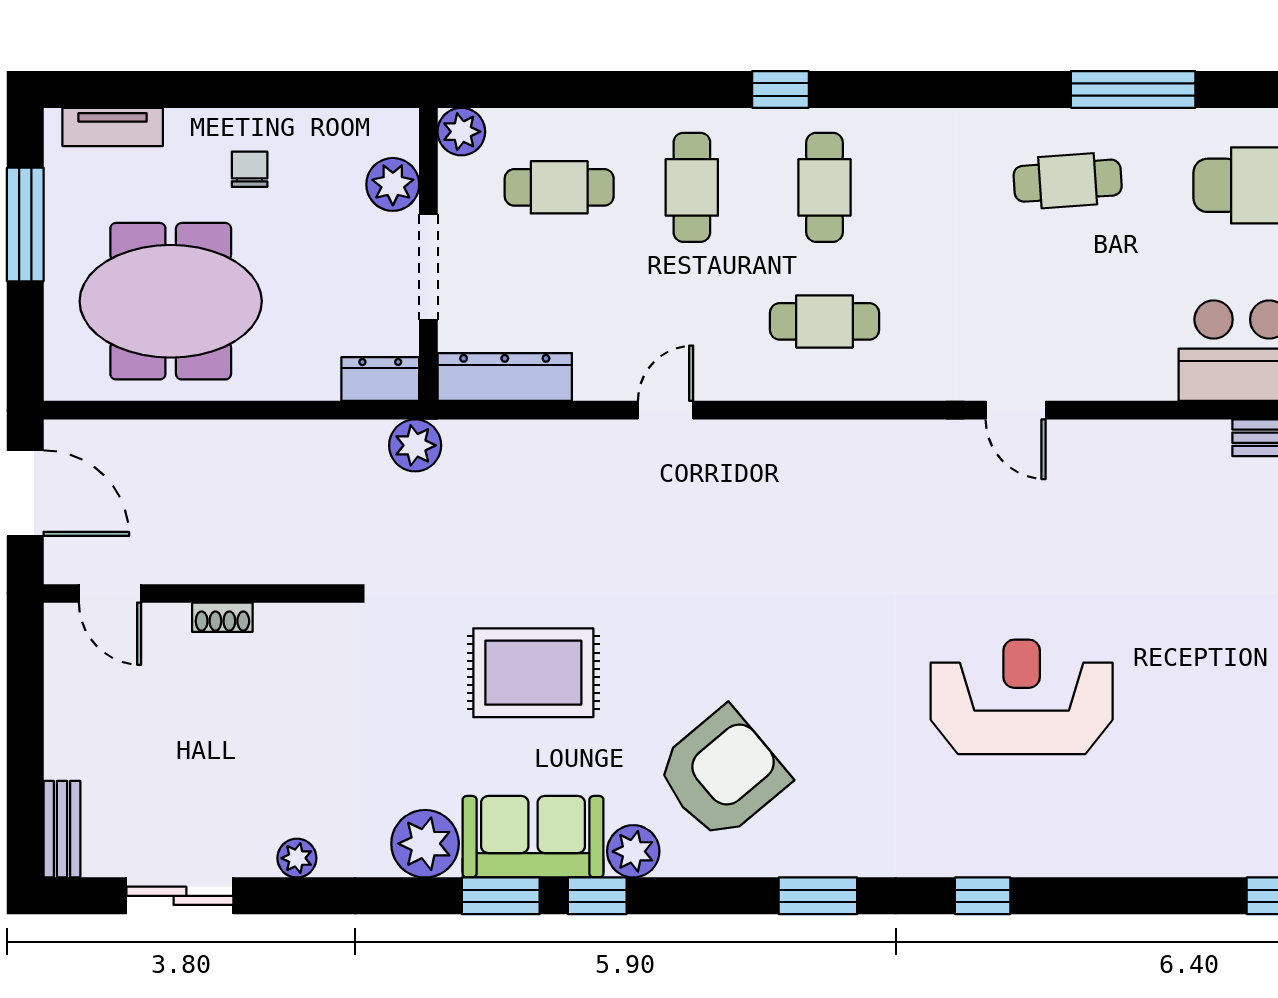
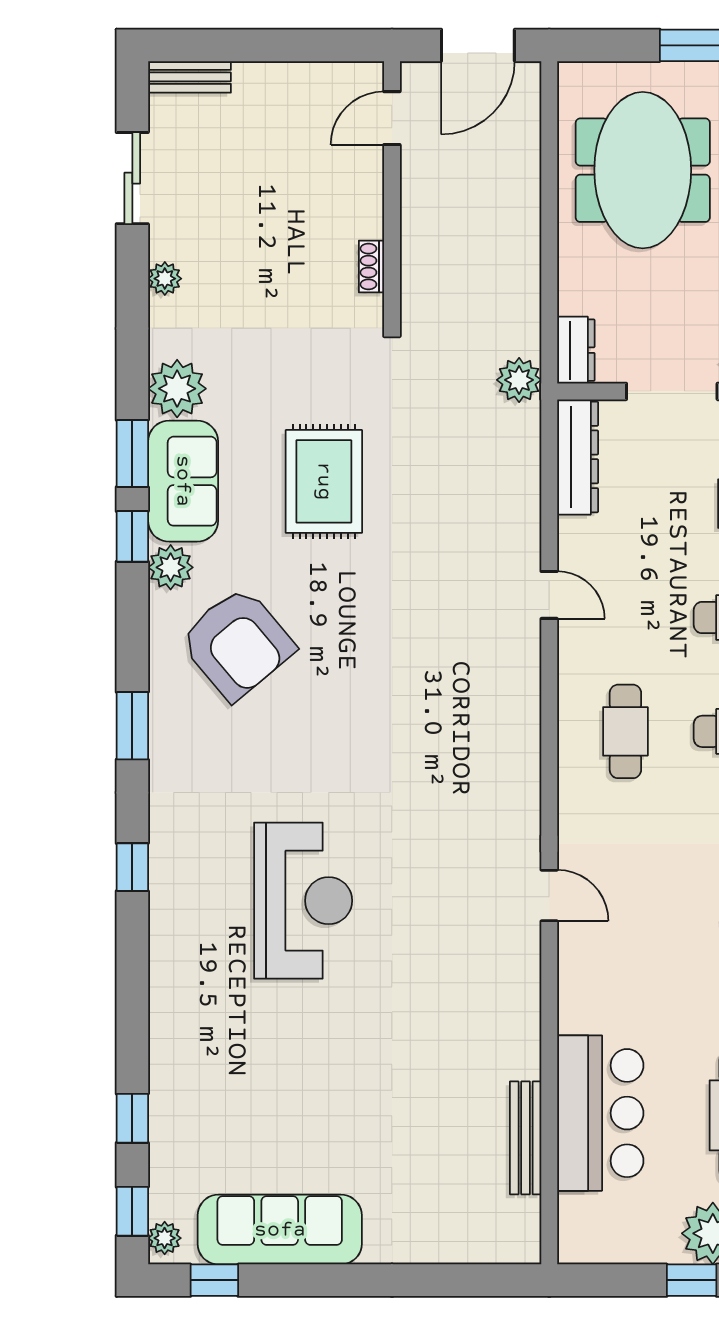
door: (1016, 410) -> (549, 895), swing flipped
shoe rack: (222, 617) -> (371, 267), moved

